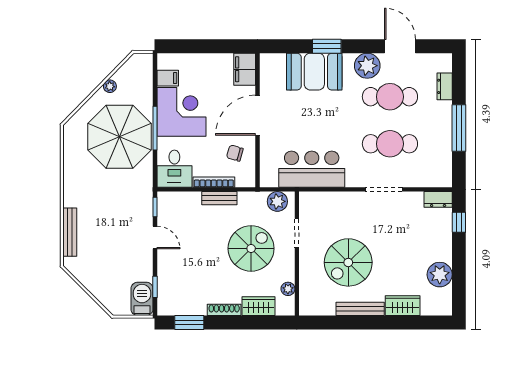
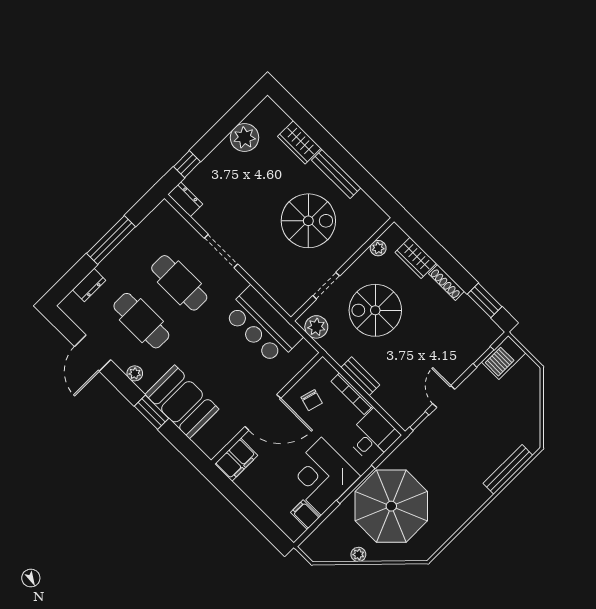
plant: (367, 66) -> (135, 373), width x0.53, depth x0.53

